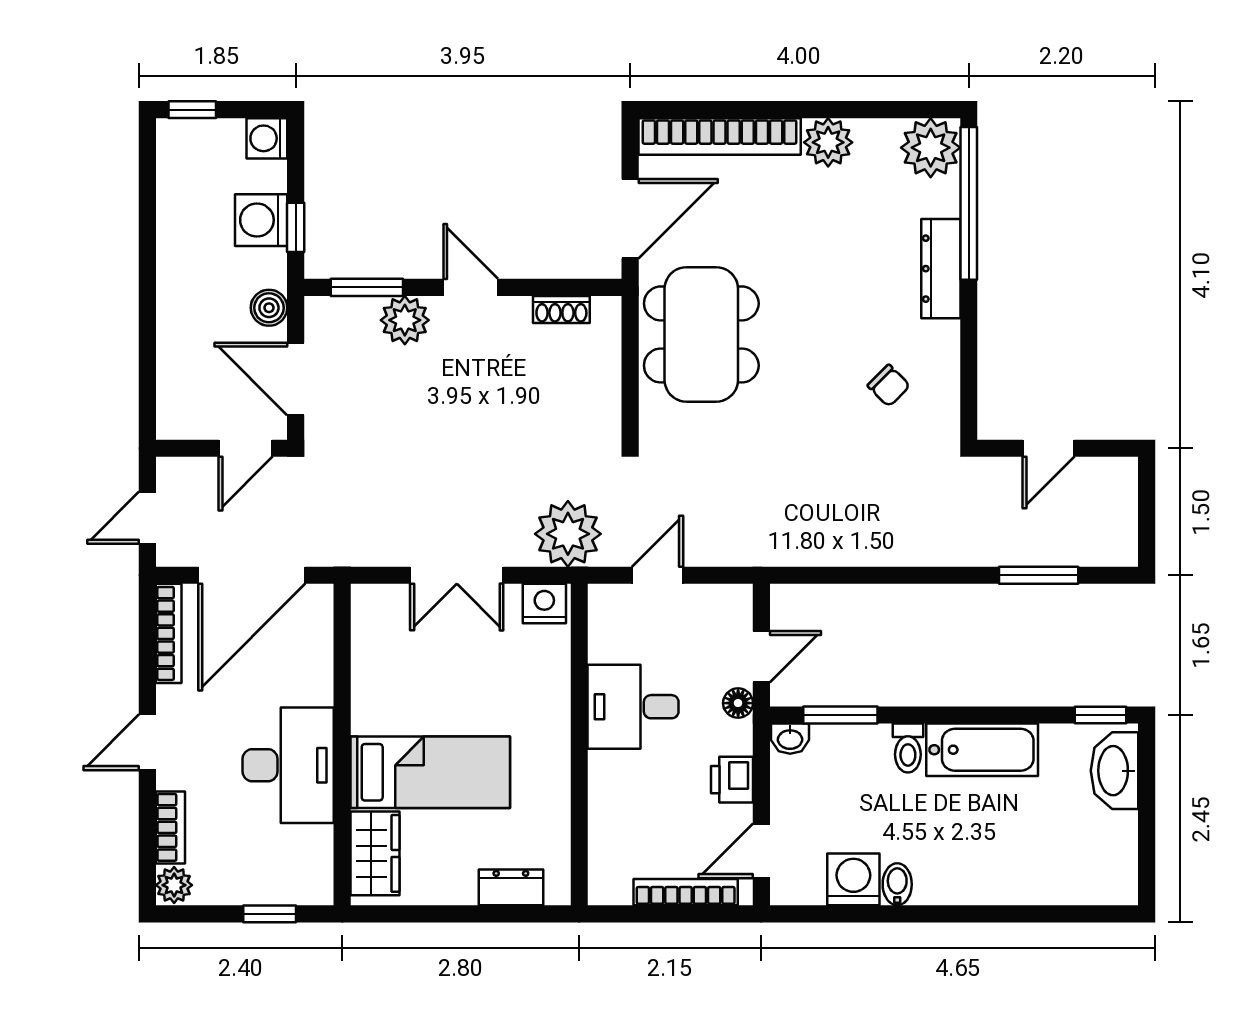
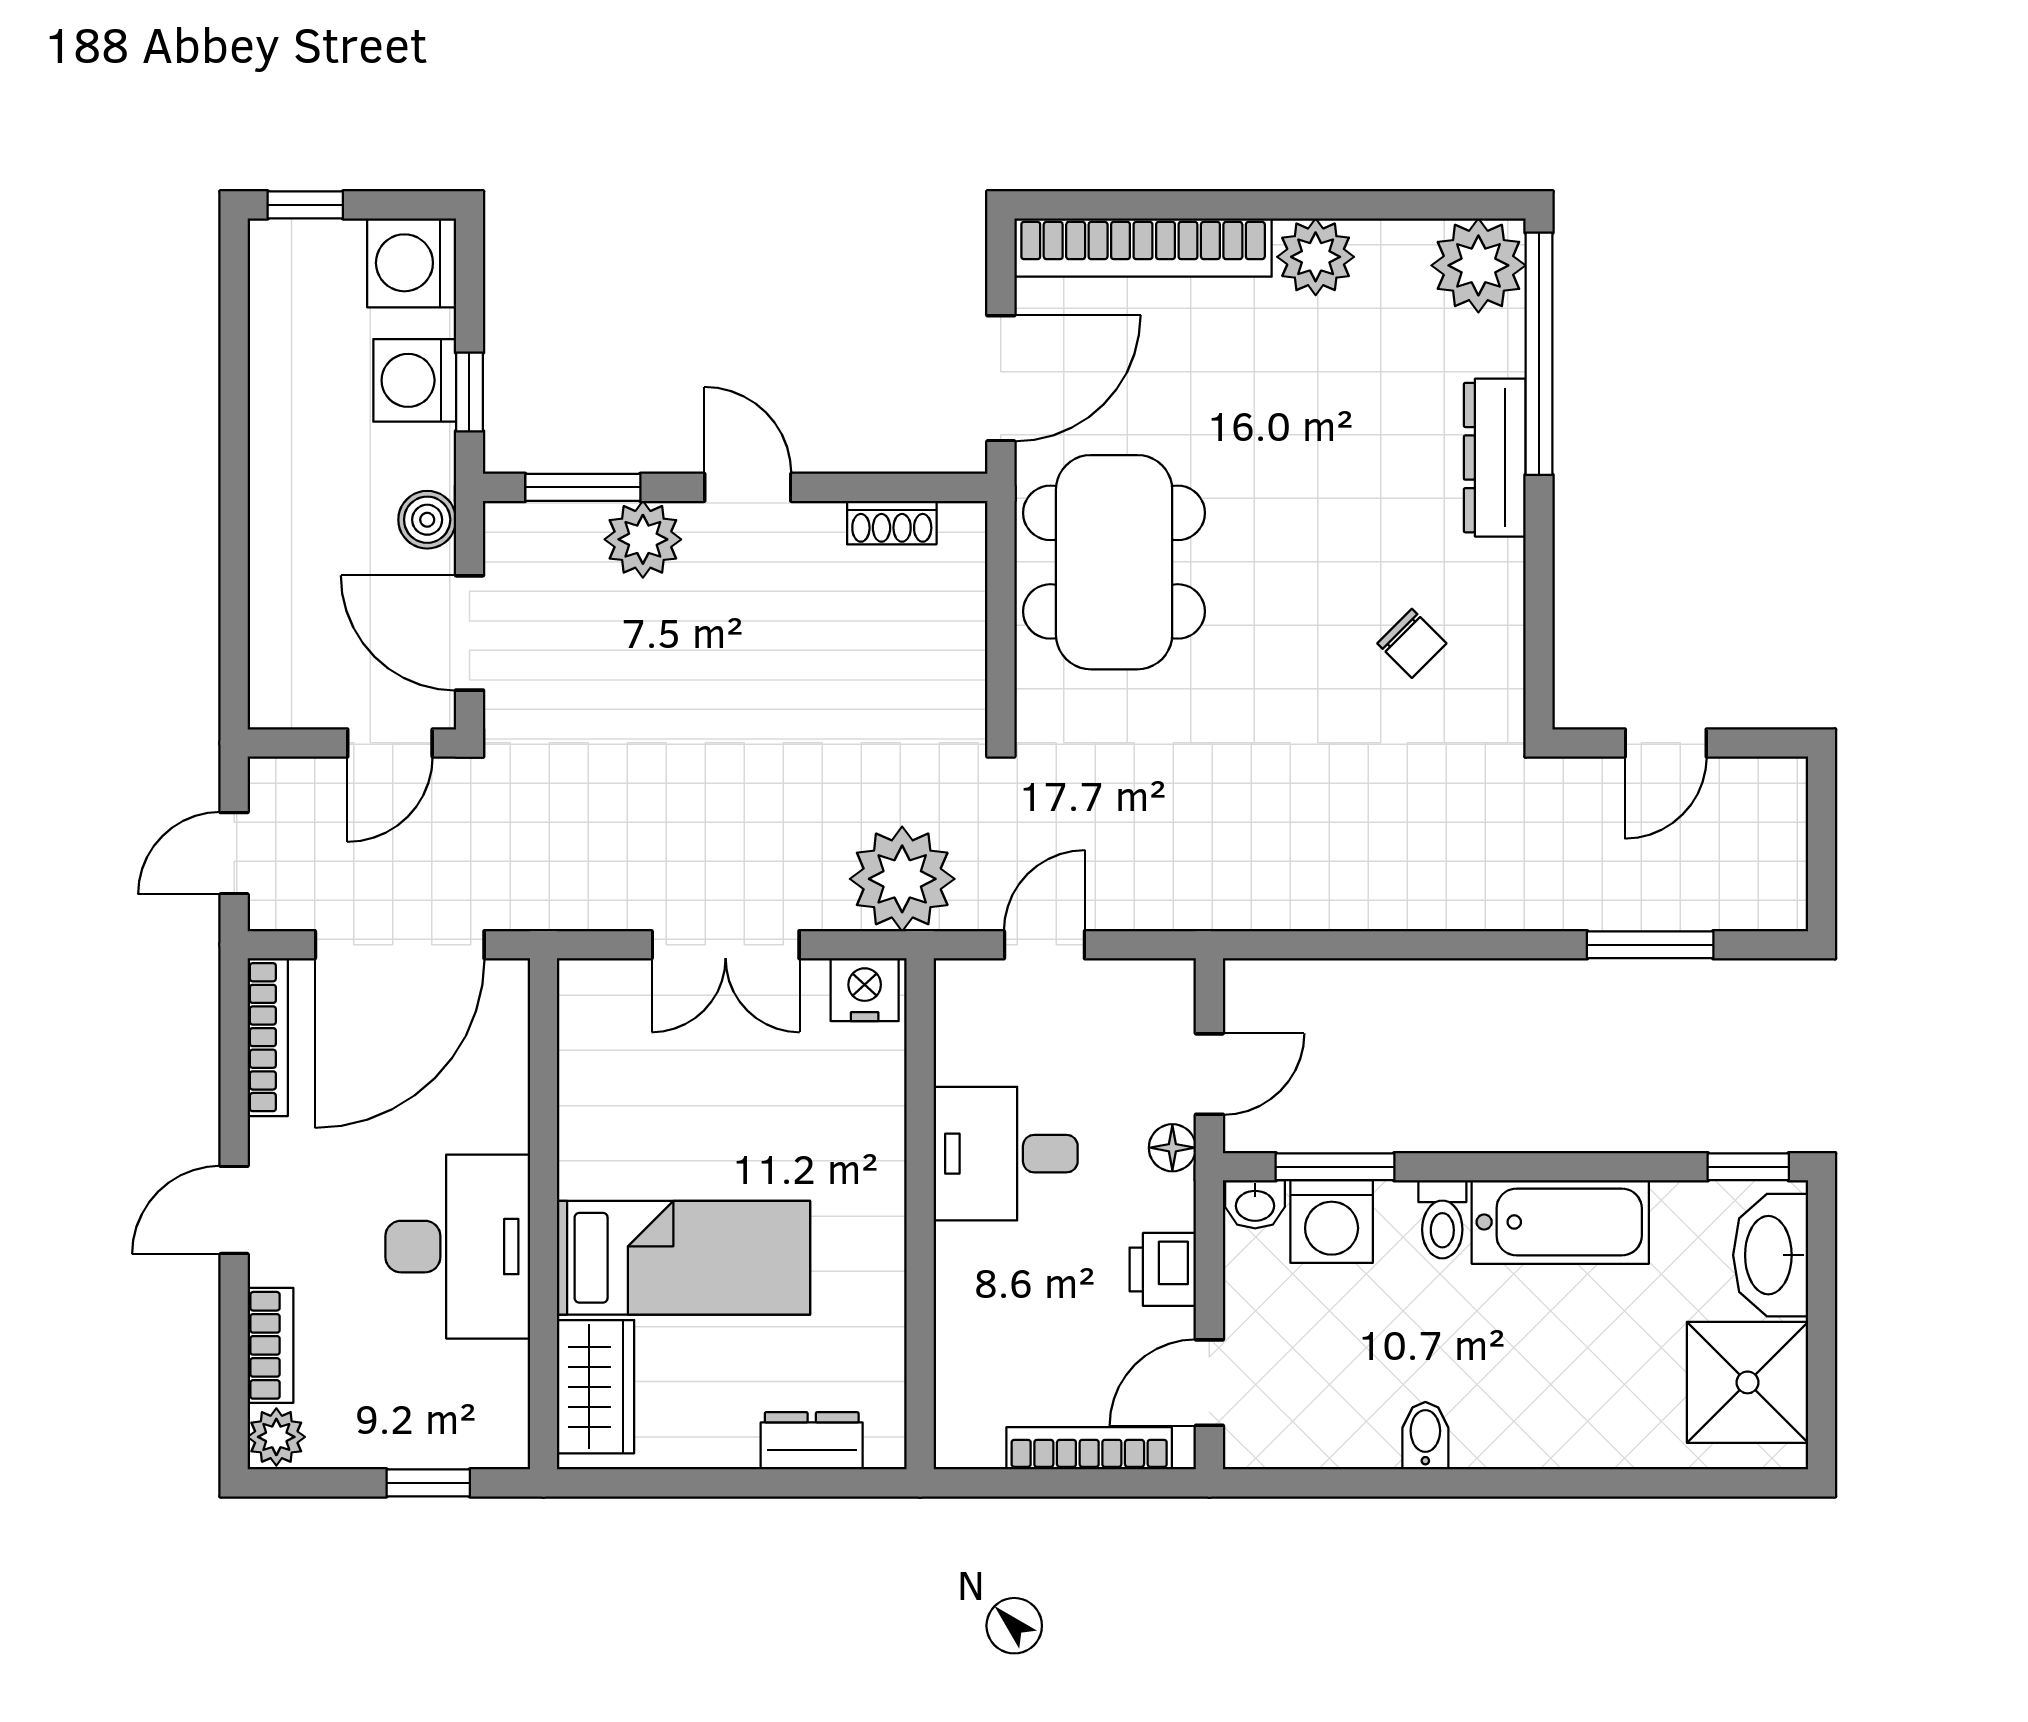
washing machine: (267, 138) -> (412, 263), width x1.38, depth x1.38
shower: (1100, 851) -> (1748, 1382), added
washing machine: (853, 879) -> (1332, 1222), moved, turned 180

